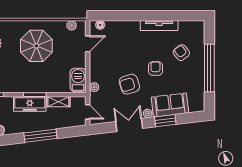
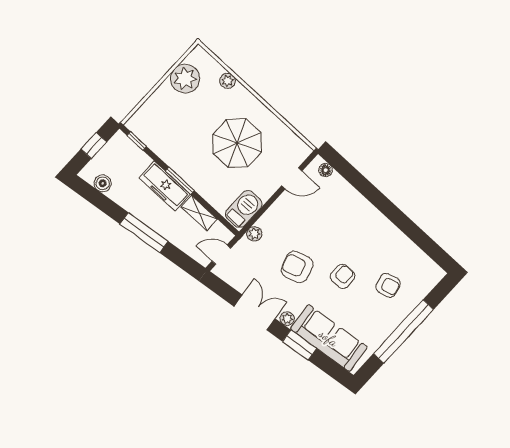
plant: (72, 25) -> (228, 81), moved
tv unit: (159, 26) -> (391, 232), removed
parasol: (36, 46) -> (237, 143), moved
armchair: (181, 53) -> (388, 285), turned 113
sofa: (170, 105) -> (329, 338), width x1.36
door: (88, 112) -> (221, 255), swing flipped

